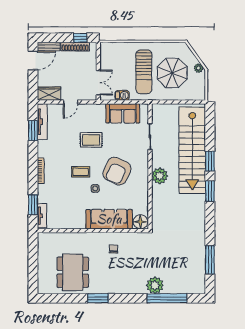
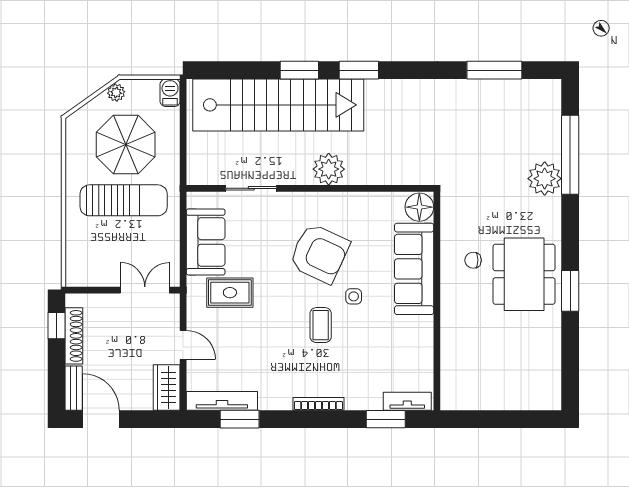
barbecue: (122, 95) -> (170, 93), moved
rug: (91, 140) -> (230, 293), moved, turned 90
dining table: (73, 272) -> (524, 274), moved, turned 90

